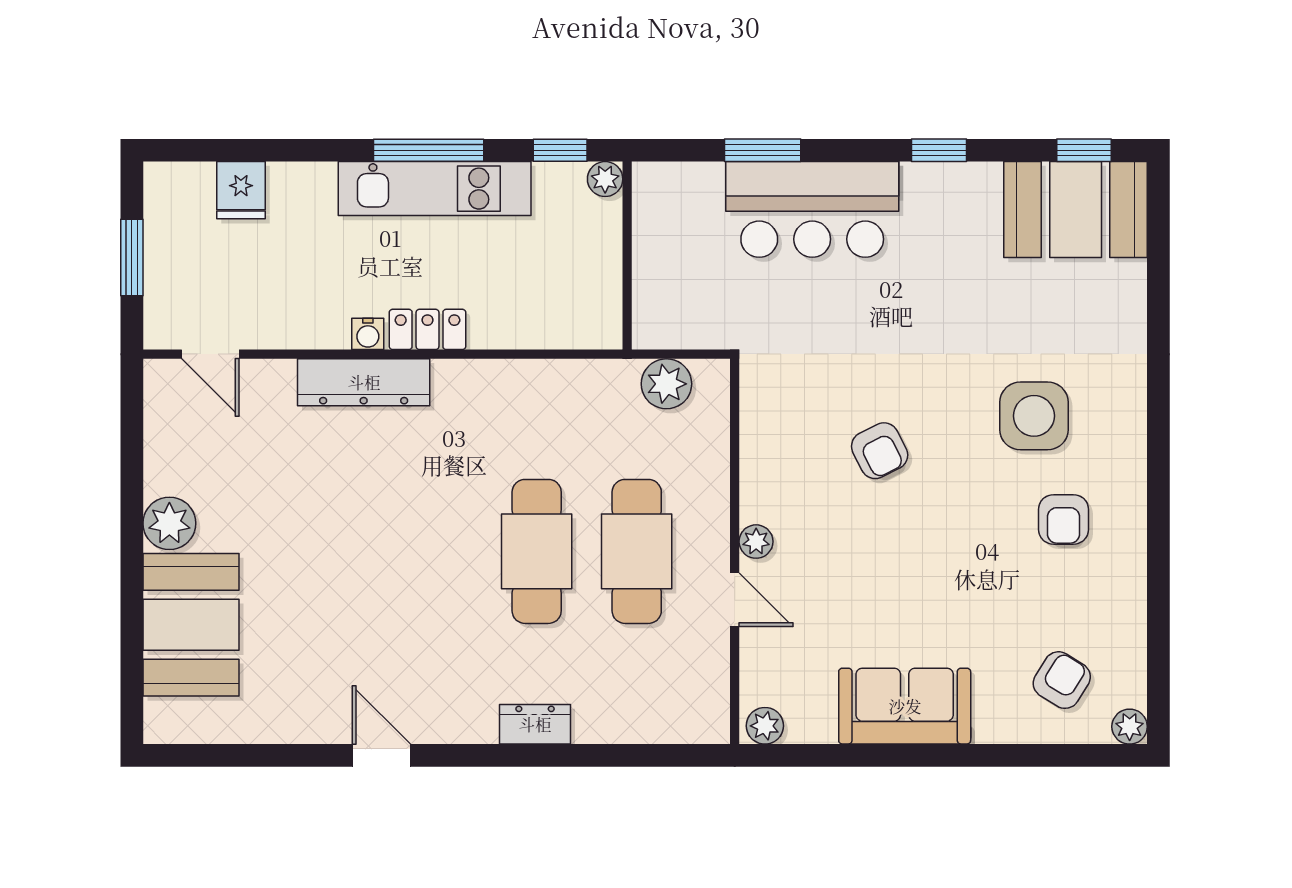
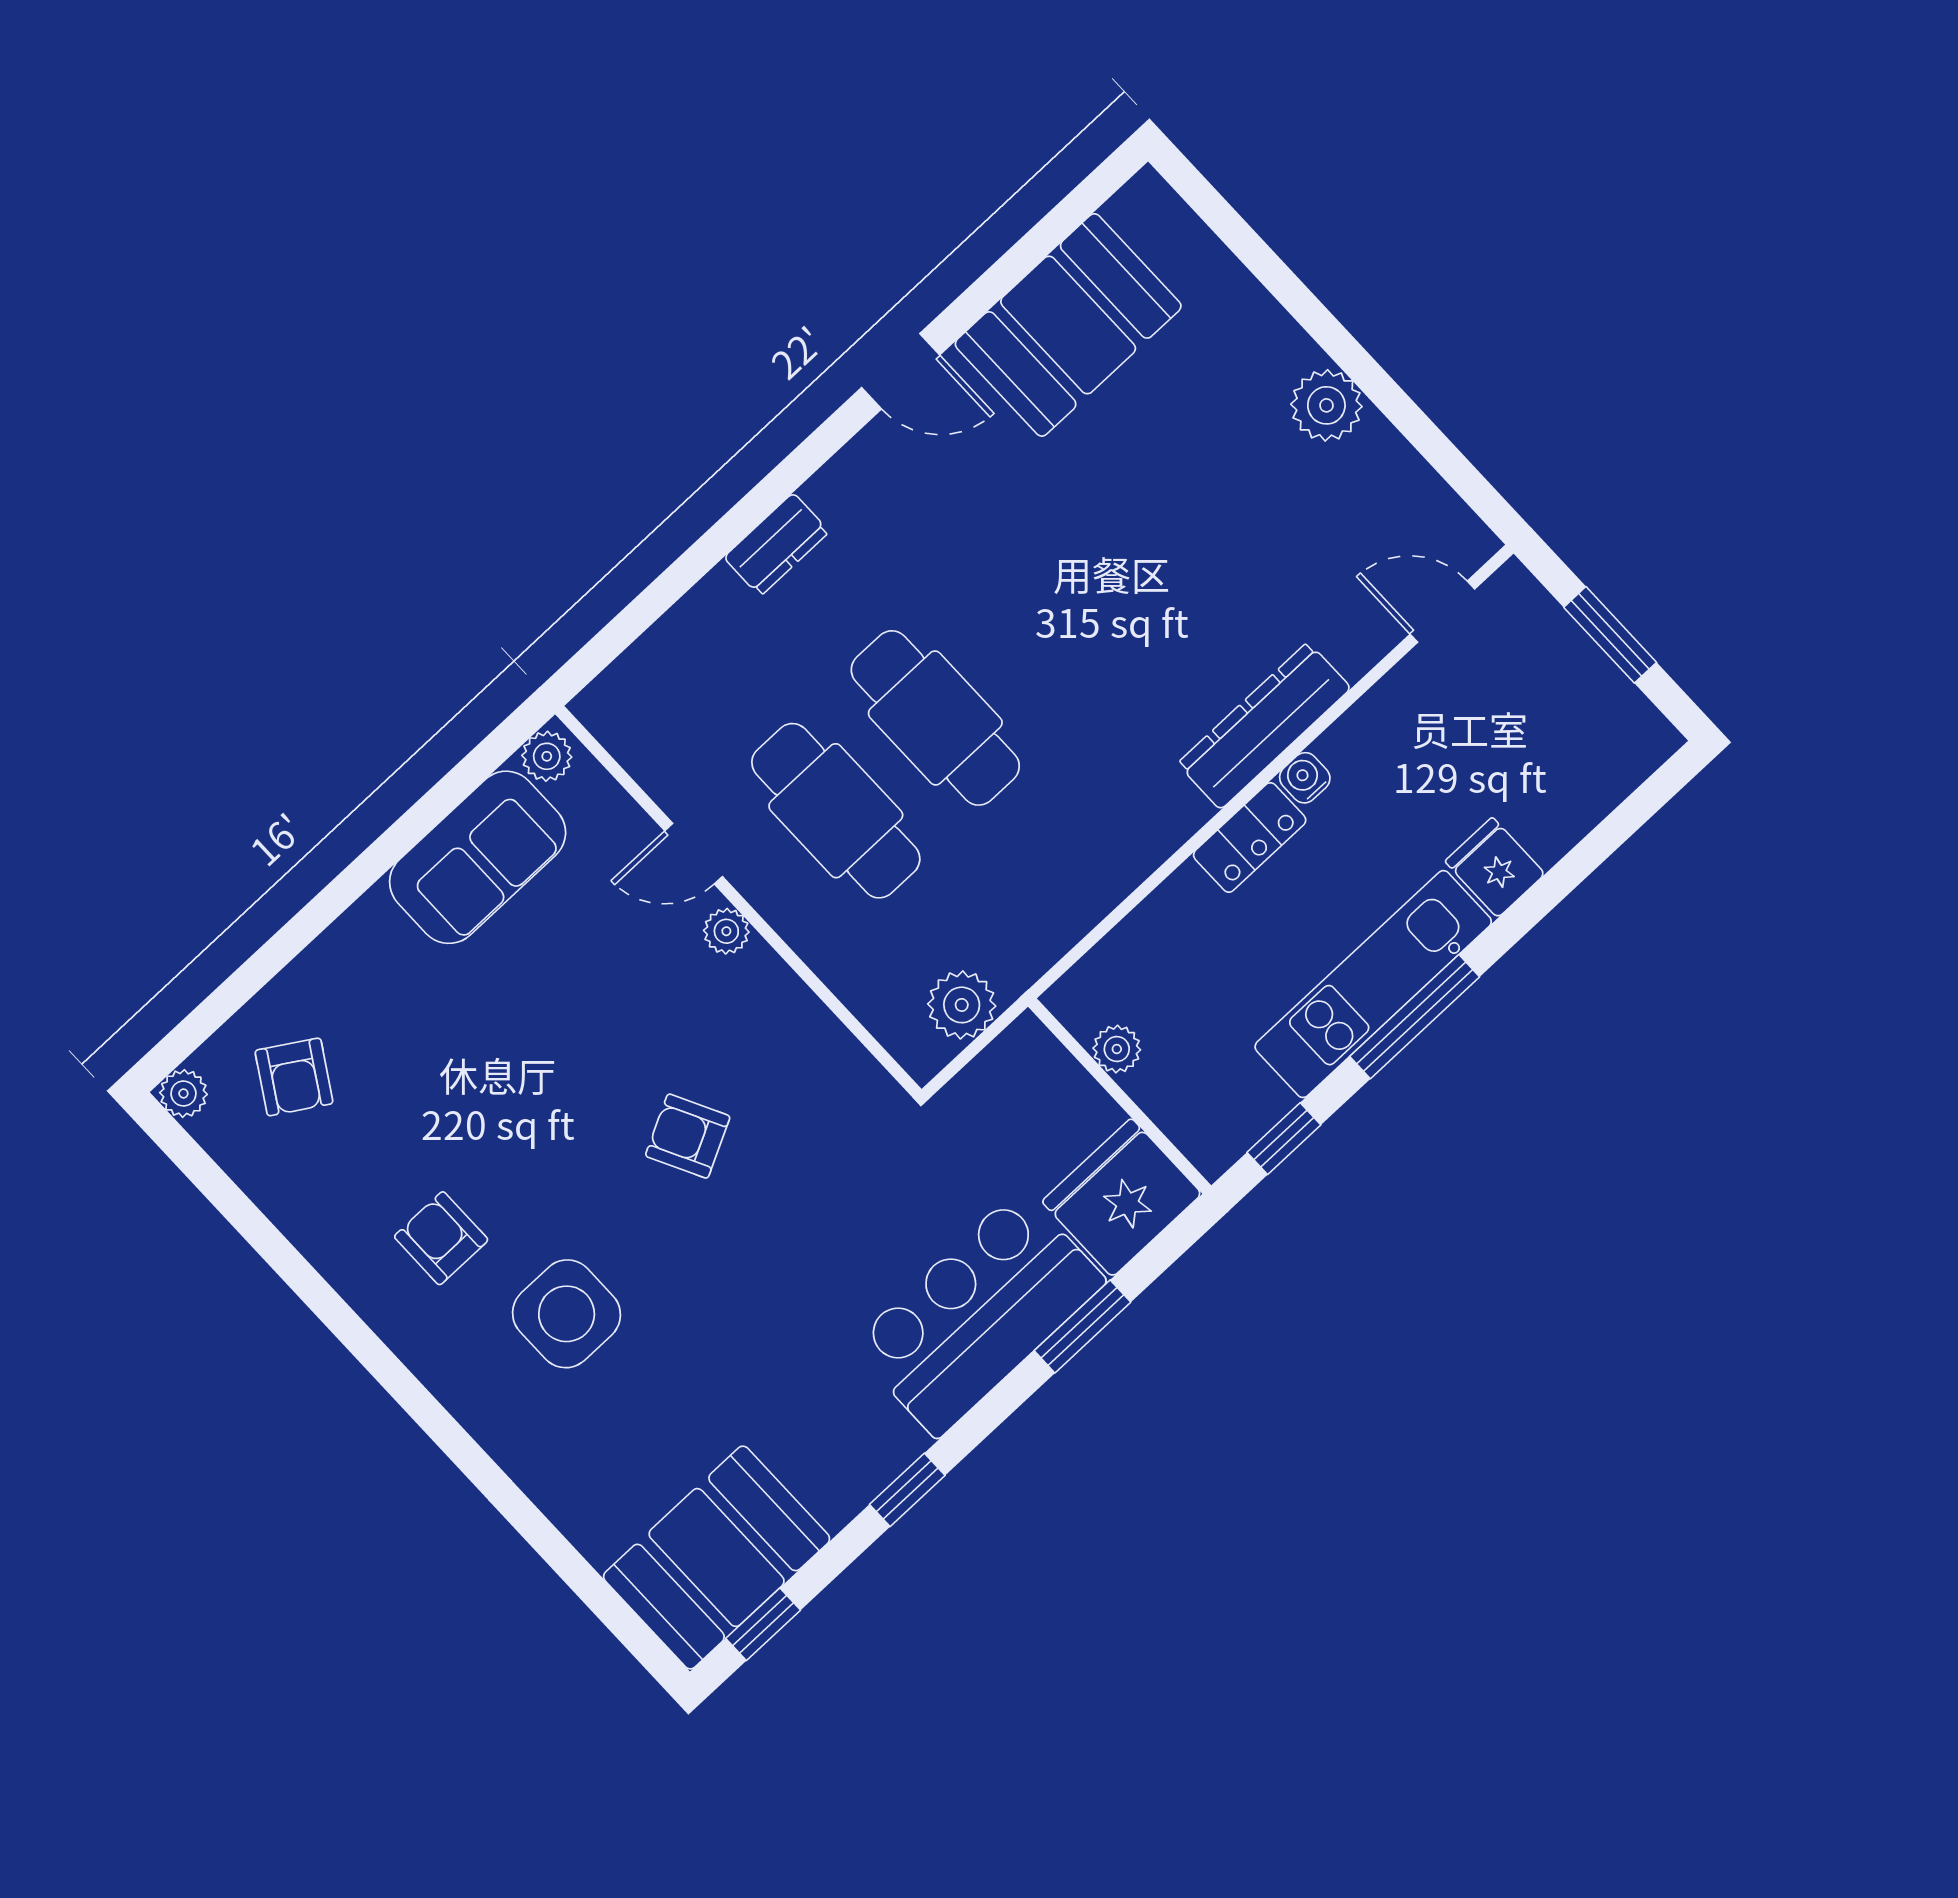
plant: (605, 179) -> (1117, 1049), moved
fridge: (241, 190) -> (1495, 868), moved
fridge: (677, 200) -> (1122, 1198), added
booth: (191, 625) -> (1068, 325), moved, turned 90
sofa: (905, 706) -> (478, 857), moved

